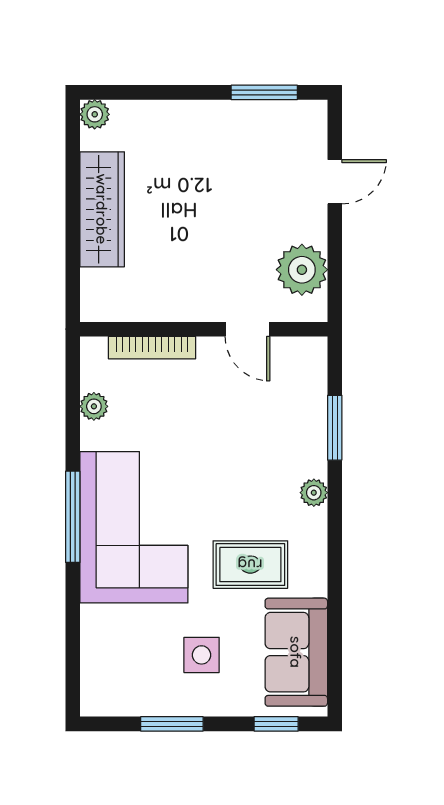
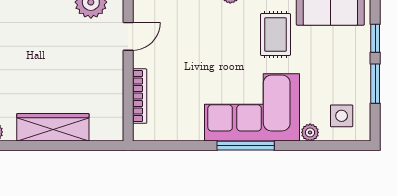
plant: (94, 406) -> (310, 132), moved
side table: (202, 655) -> (342, 116), moved
window: (276, 724) -> (375, 38), moved

